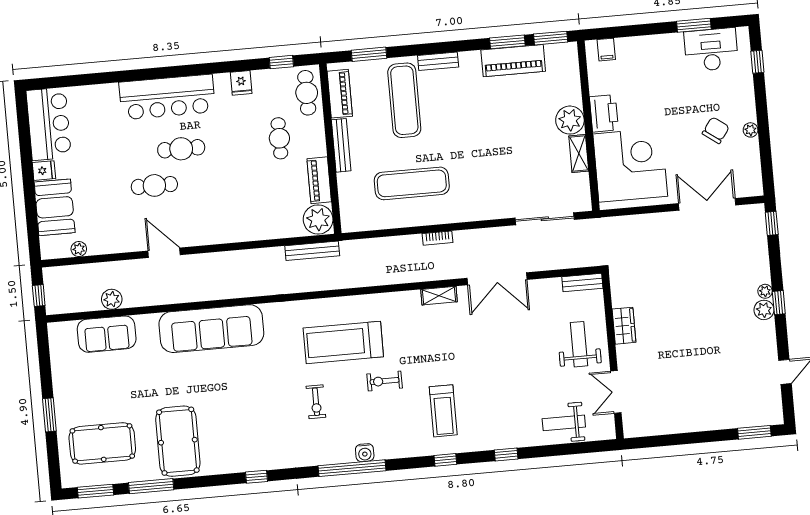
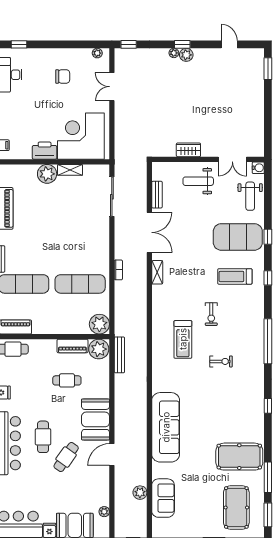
chair: (716, 130) -> (63, 76), turned 144
plant: (751, 130) -> (97, 53), moved
cafe table: (279, 138) -> (67, 380), moved
bench: (341, 145) -> (50, 329), removed
exercise mat: (412, 183) -> (80, 284), turned 90
cafe table: (154, 185) -> (66, 457), turned 35
double door: (707, 204) -> (112, 87), width x0.73
plant: (355, 217) -> (99, 324), added
booth: (214, 224) -> (96, 419), added
bench: (582, 283) -> (157, 195), moved
treadmill: (343, 342) -> (183, 339), width x0.73, depth x0.73
exercise mat: (502, 410) -> (238, 237), added
treadmill: (443, 411) -> (235, 276), turned 180
water cooler: (365, 453) -> (258, 168), moved

